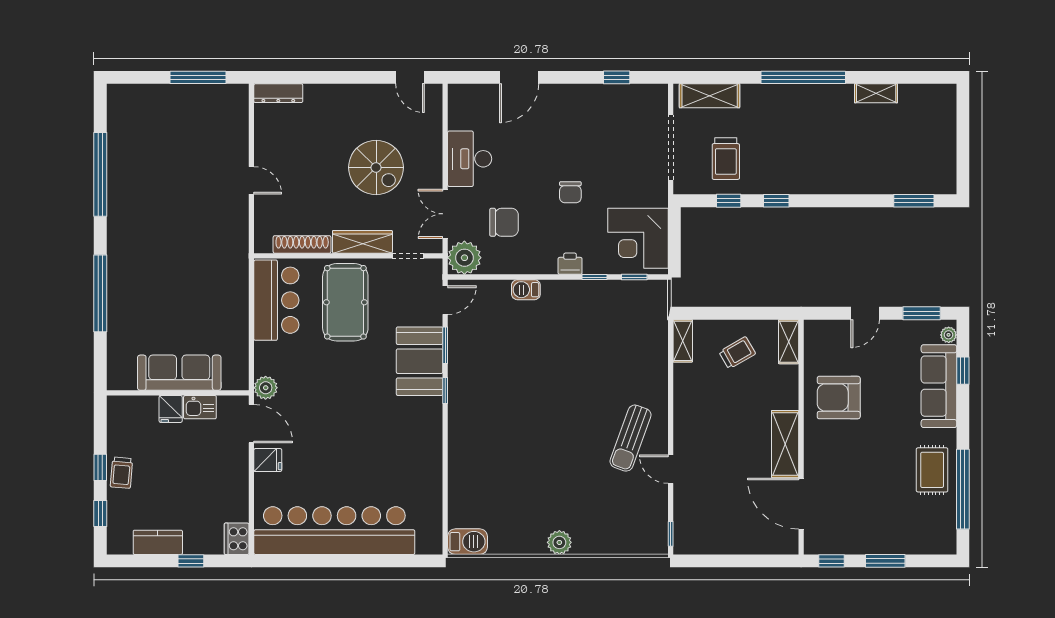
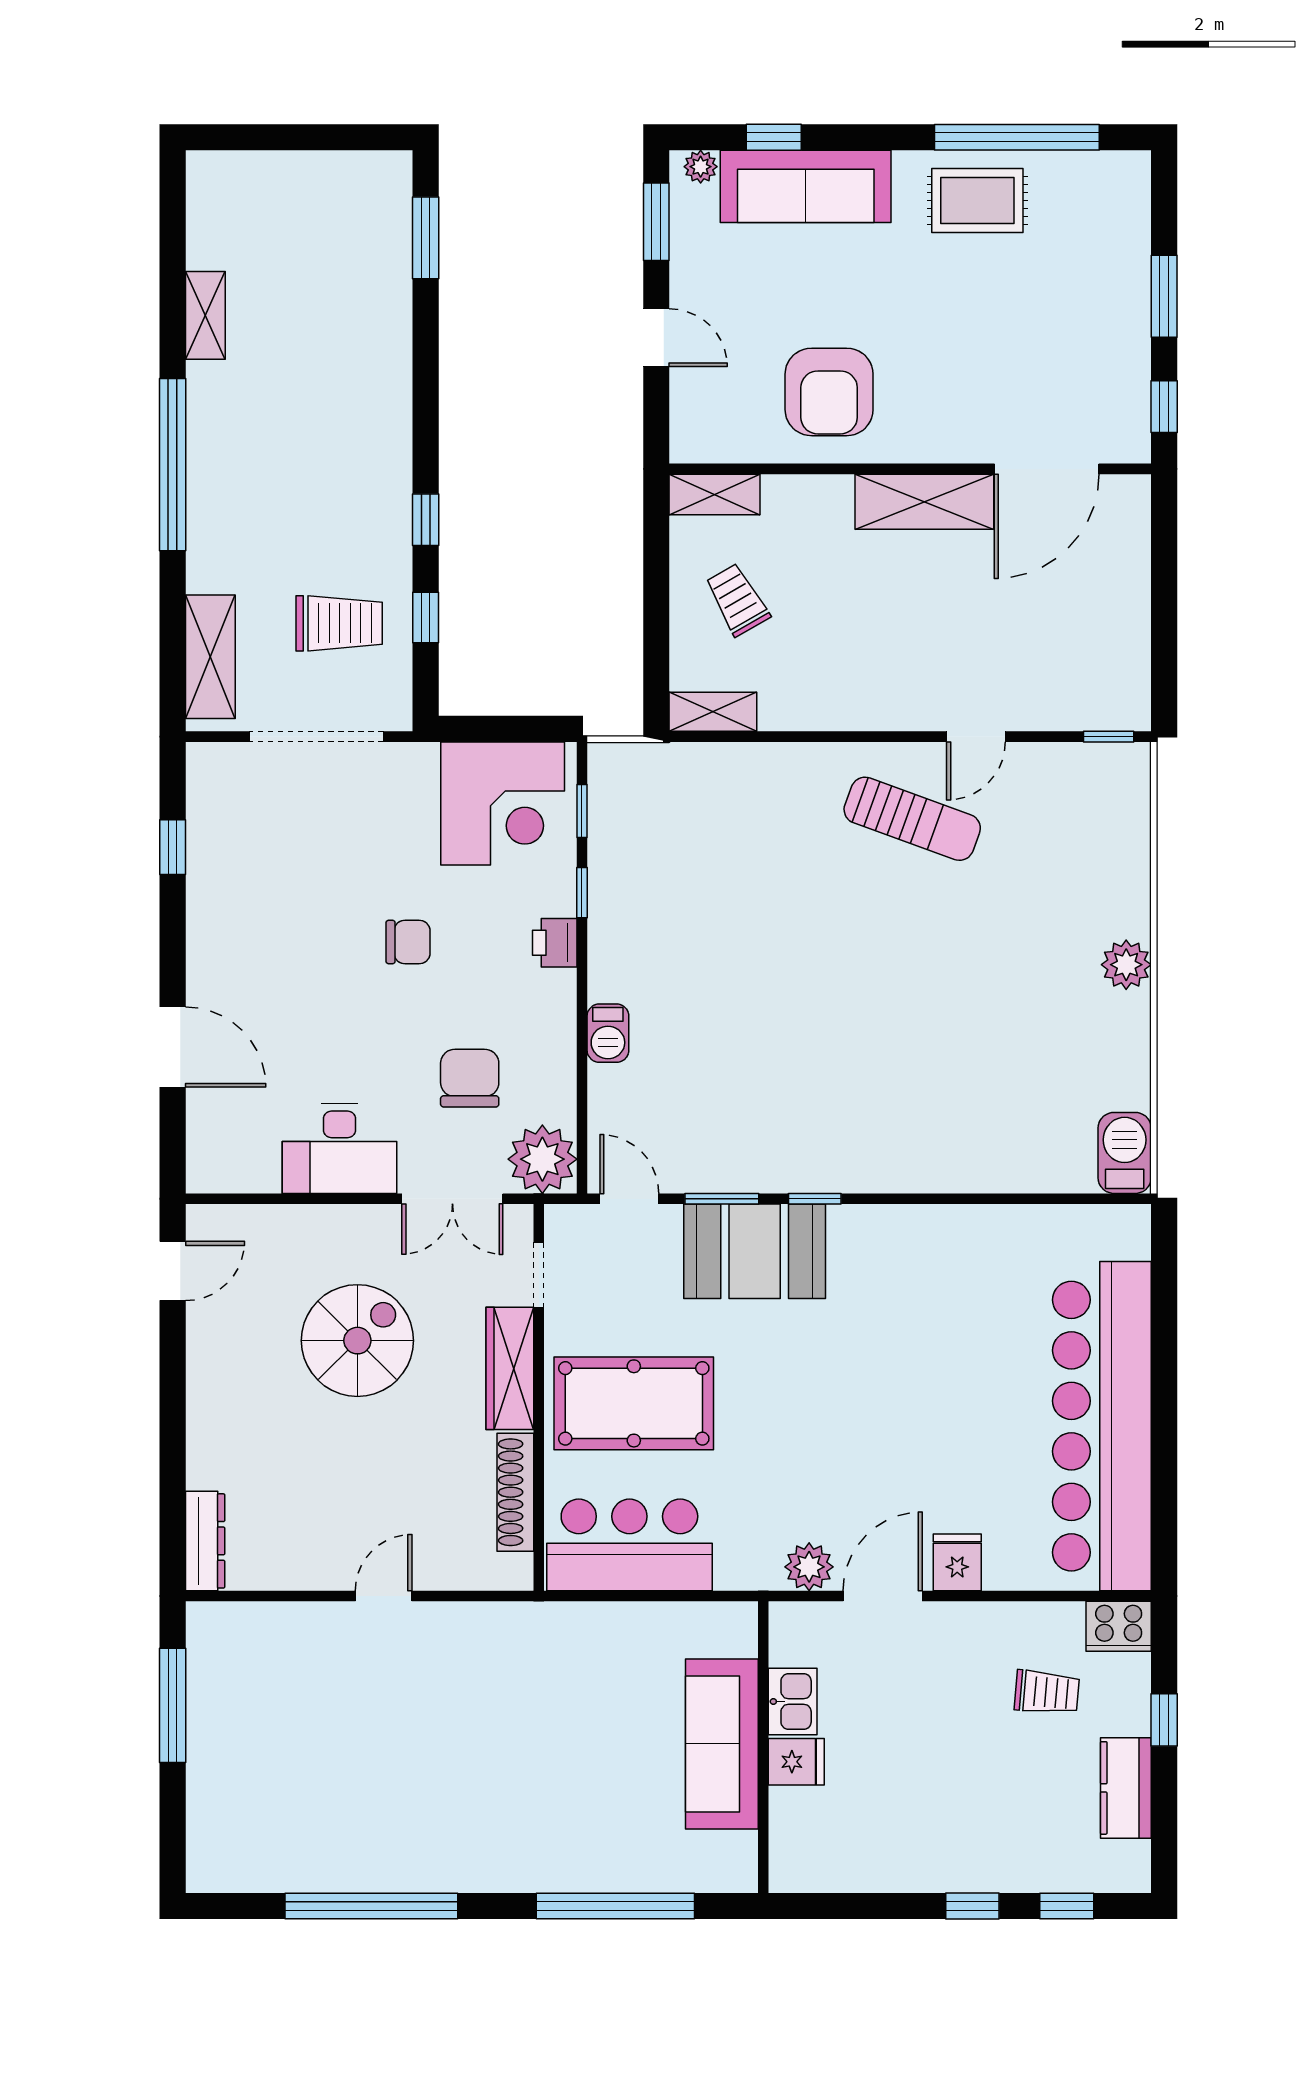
sofa: (179, 373) -> (722, 1744), moved
wall: (178, 393) -> (763, 1747), moved
kitchen sink: (200, 407) -> (793, 1702), moved
fridge: (171, 409) -> (796, 1762), moved
trolley: (121, 473) -> (1047, 1692), moved

